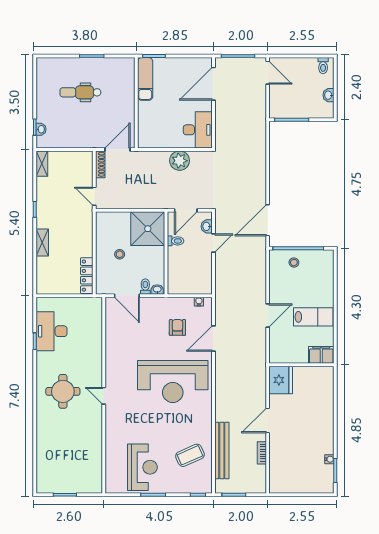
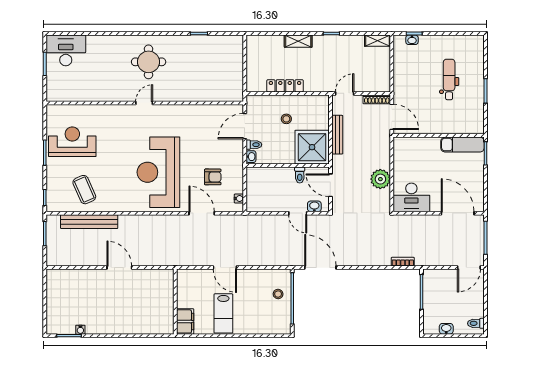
bench: (135, 204) -> (337, 135), added
locker: (87, 276) -> (285, 86), moved
desk: (52, 331) -> (66, 50), moved
fridge: (281, 380) -> (160, 281), removed
bookcase: (262, 453) -> (403, 262), moved
reception desk: (142, 467) -> (72, 142), turned 180

